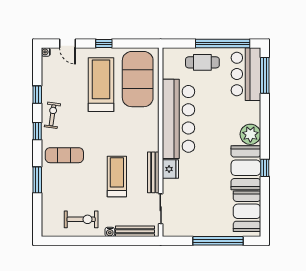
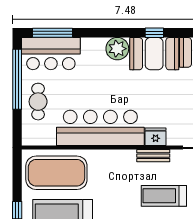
bench: (153, 172) -> (153, 156), width x0.73

